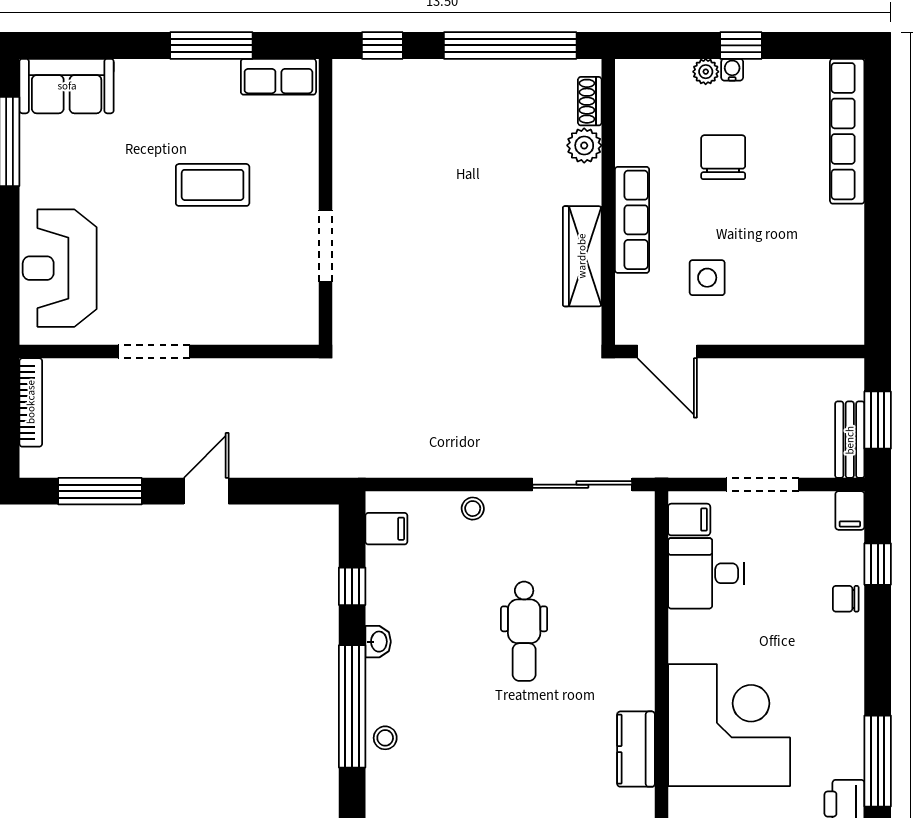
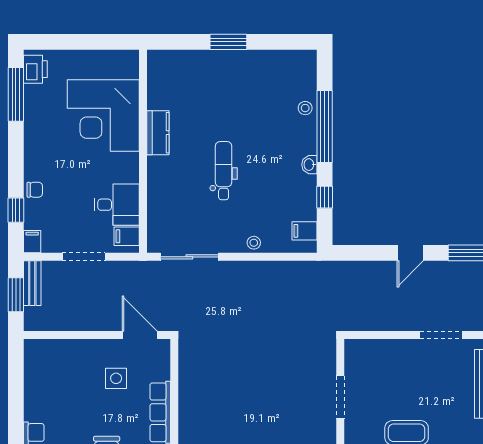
wardrobe: (582, 256) -> (189, 391), removed
kitchen counter: (636, 749) -> (158, 133), moved

